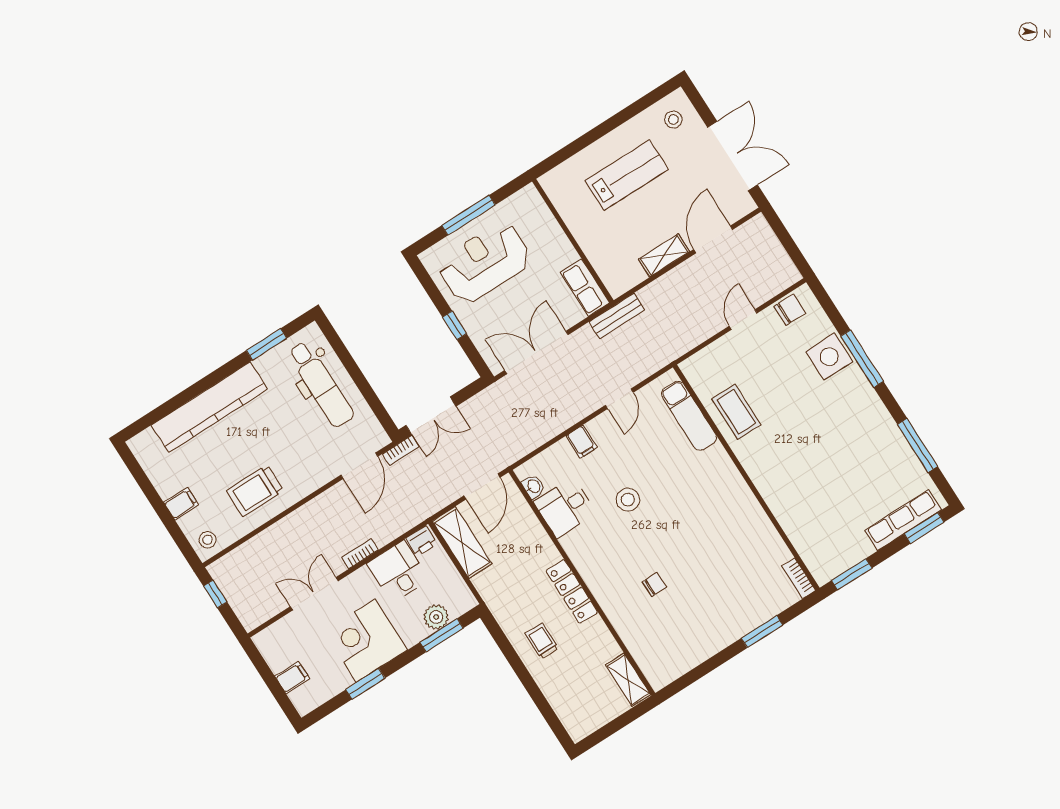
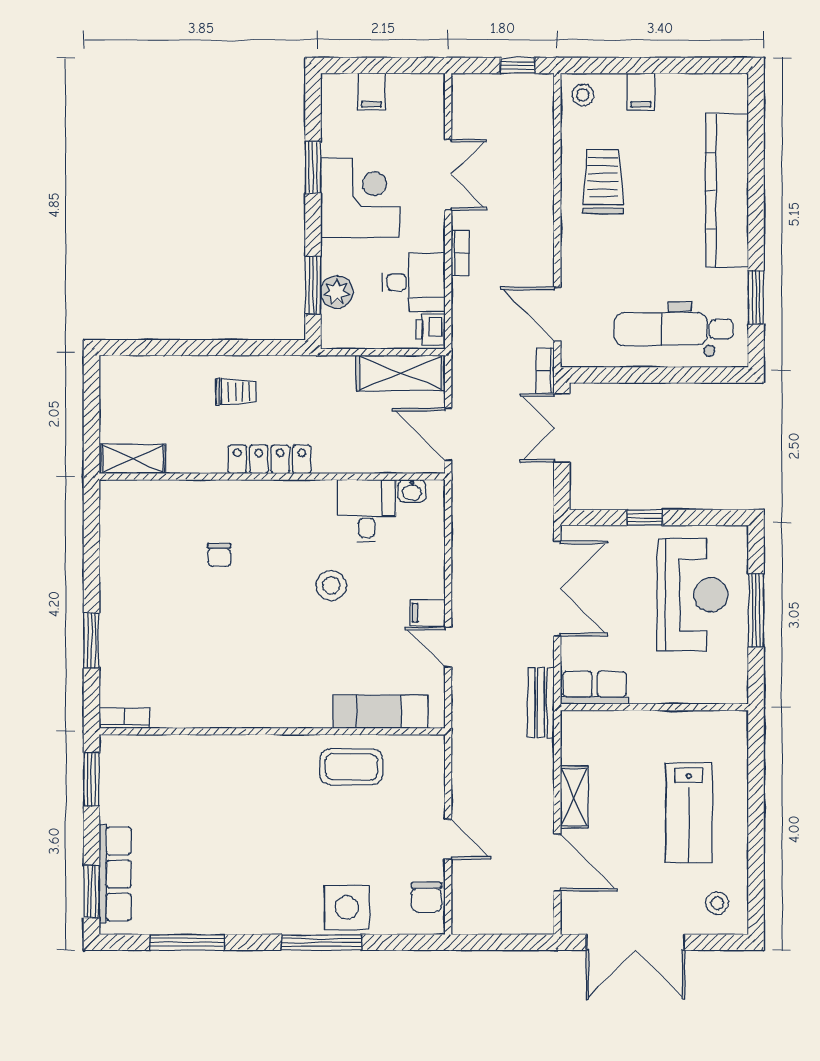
filing cabinet: (582, 442) -> (427, 613), moved

